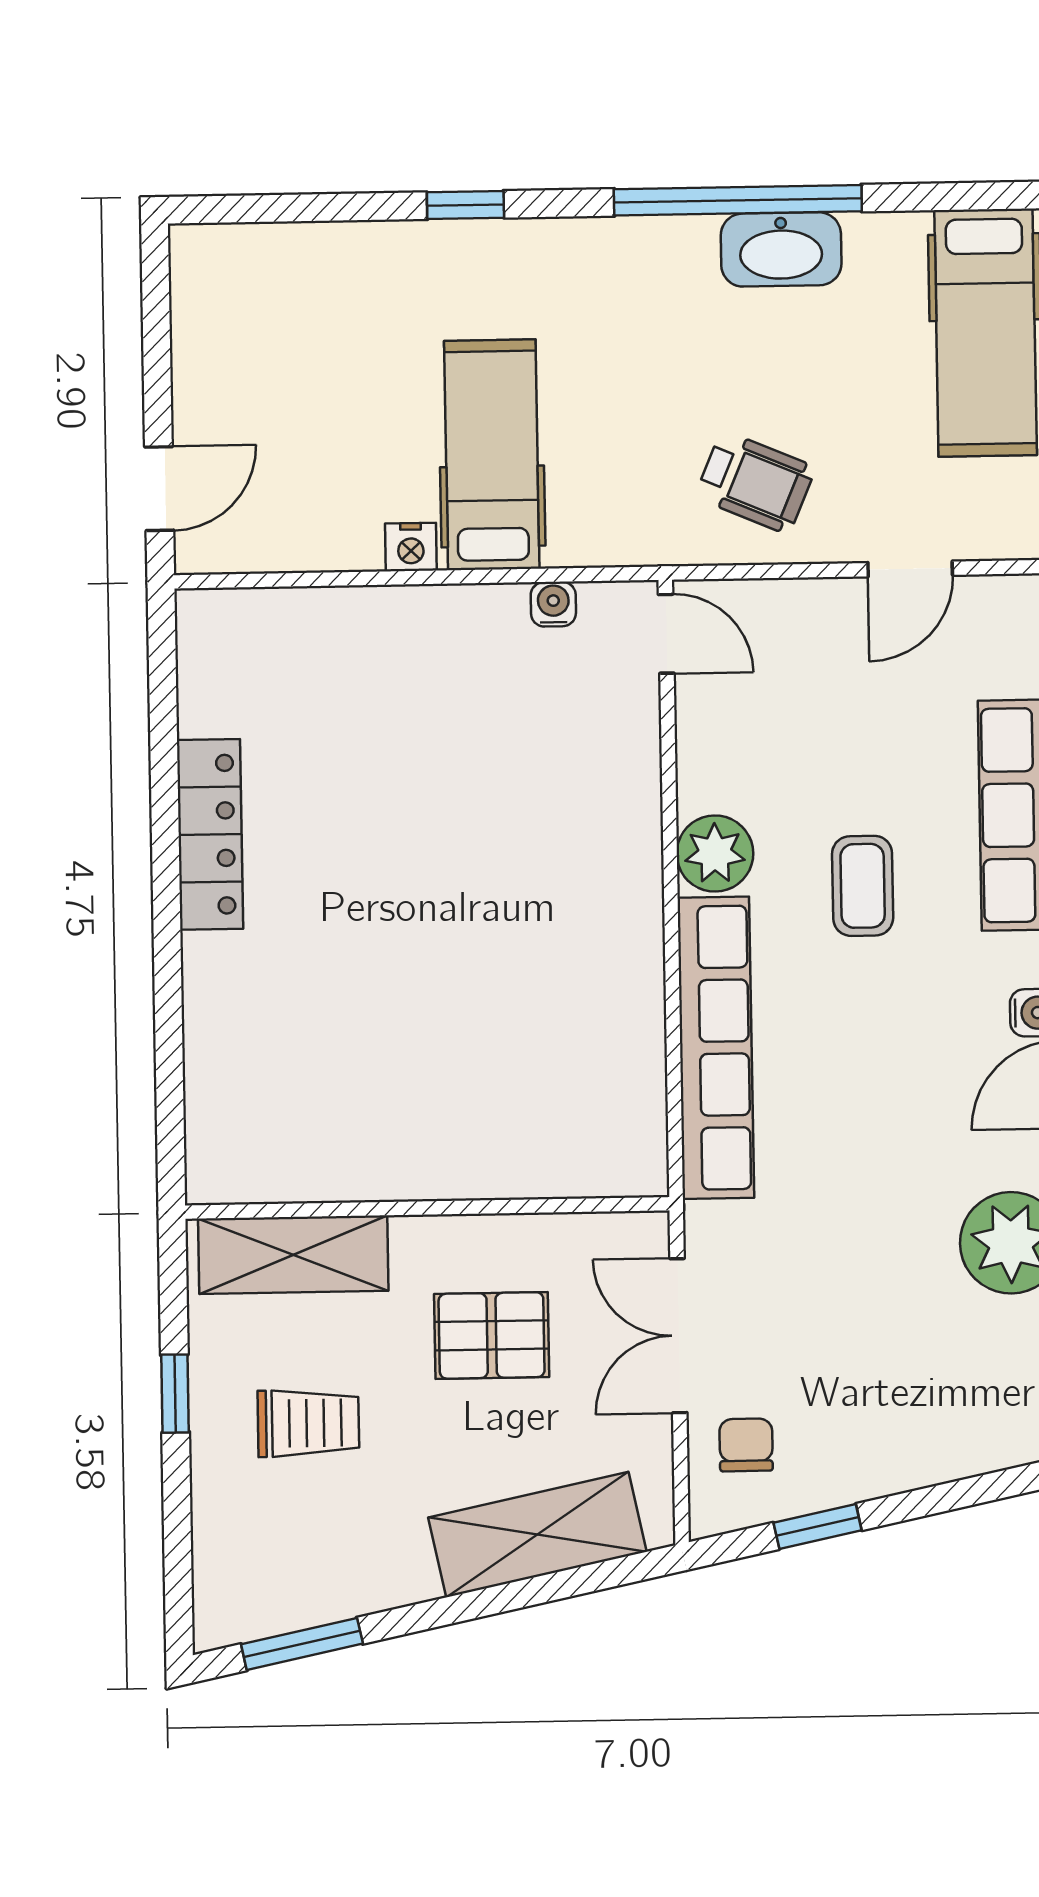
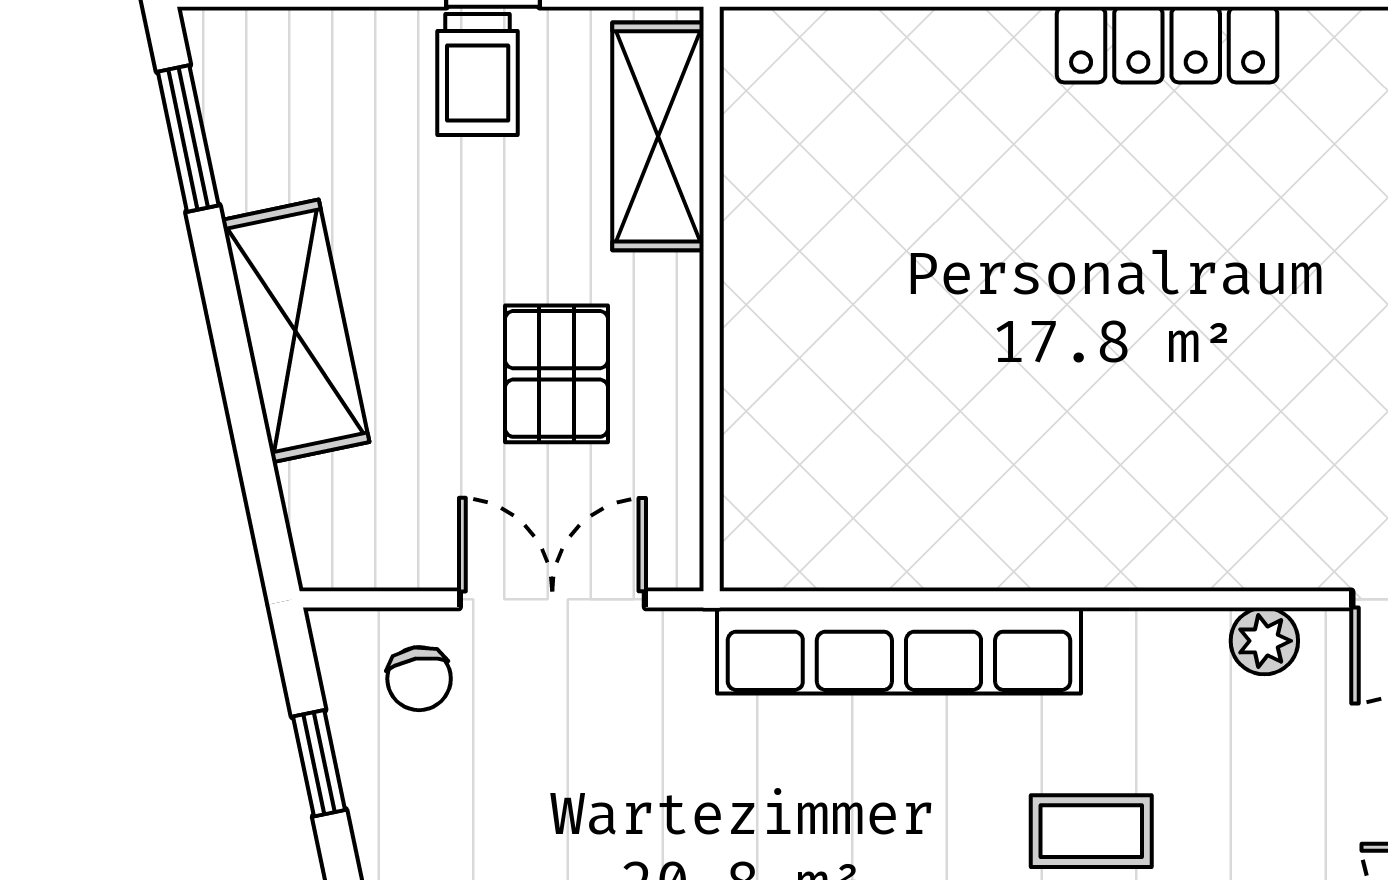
plant: (715, 854) -> (1264, 641), moved, width x0.73, depth x0.73
trolley: (308, 1423) -> (478, 74), moved
chair: (746, 1445) -> (419, 679), turned 81
shelving: (537, 1535) -> (296, 331), moved

